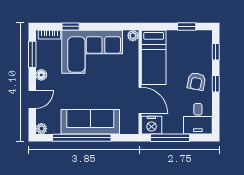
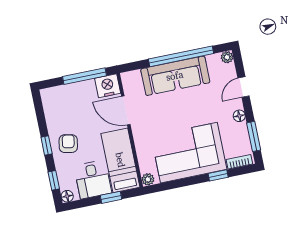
window: (187, 26) -> (111, 197), moved
floor lamp: (207, 35) -> (67, 196), added
desk: (198, 119) -> (93, 179), moved, turned 180

